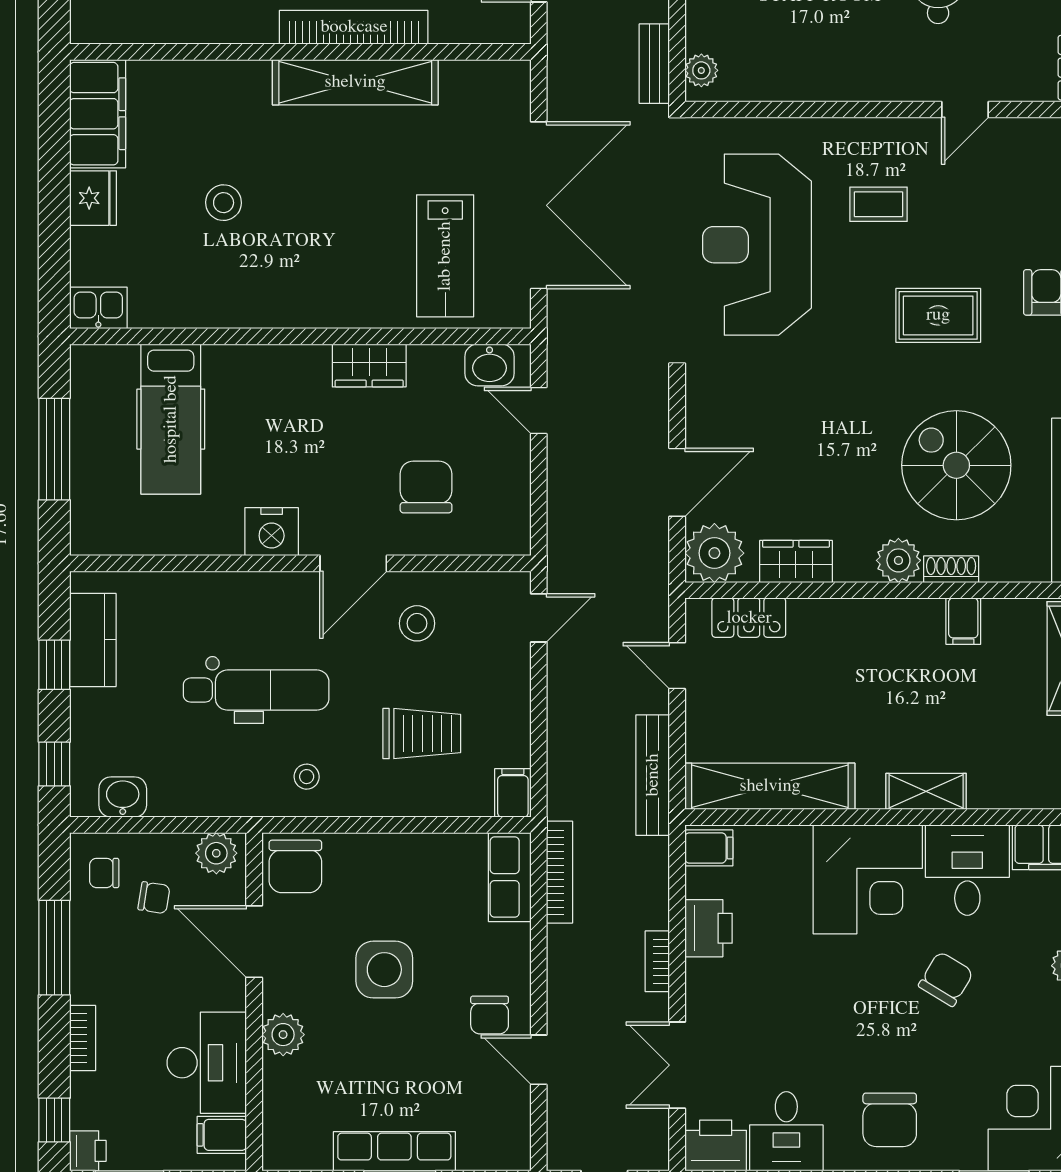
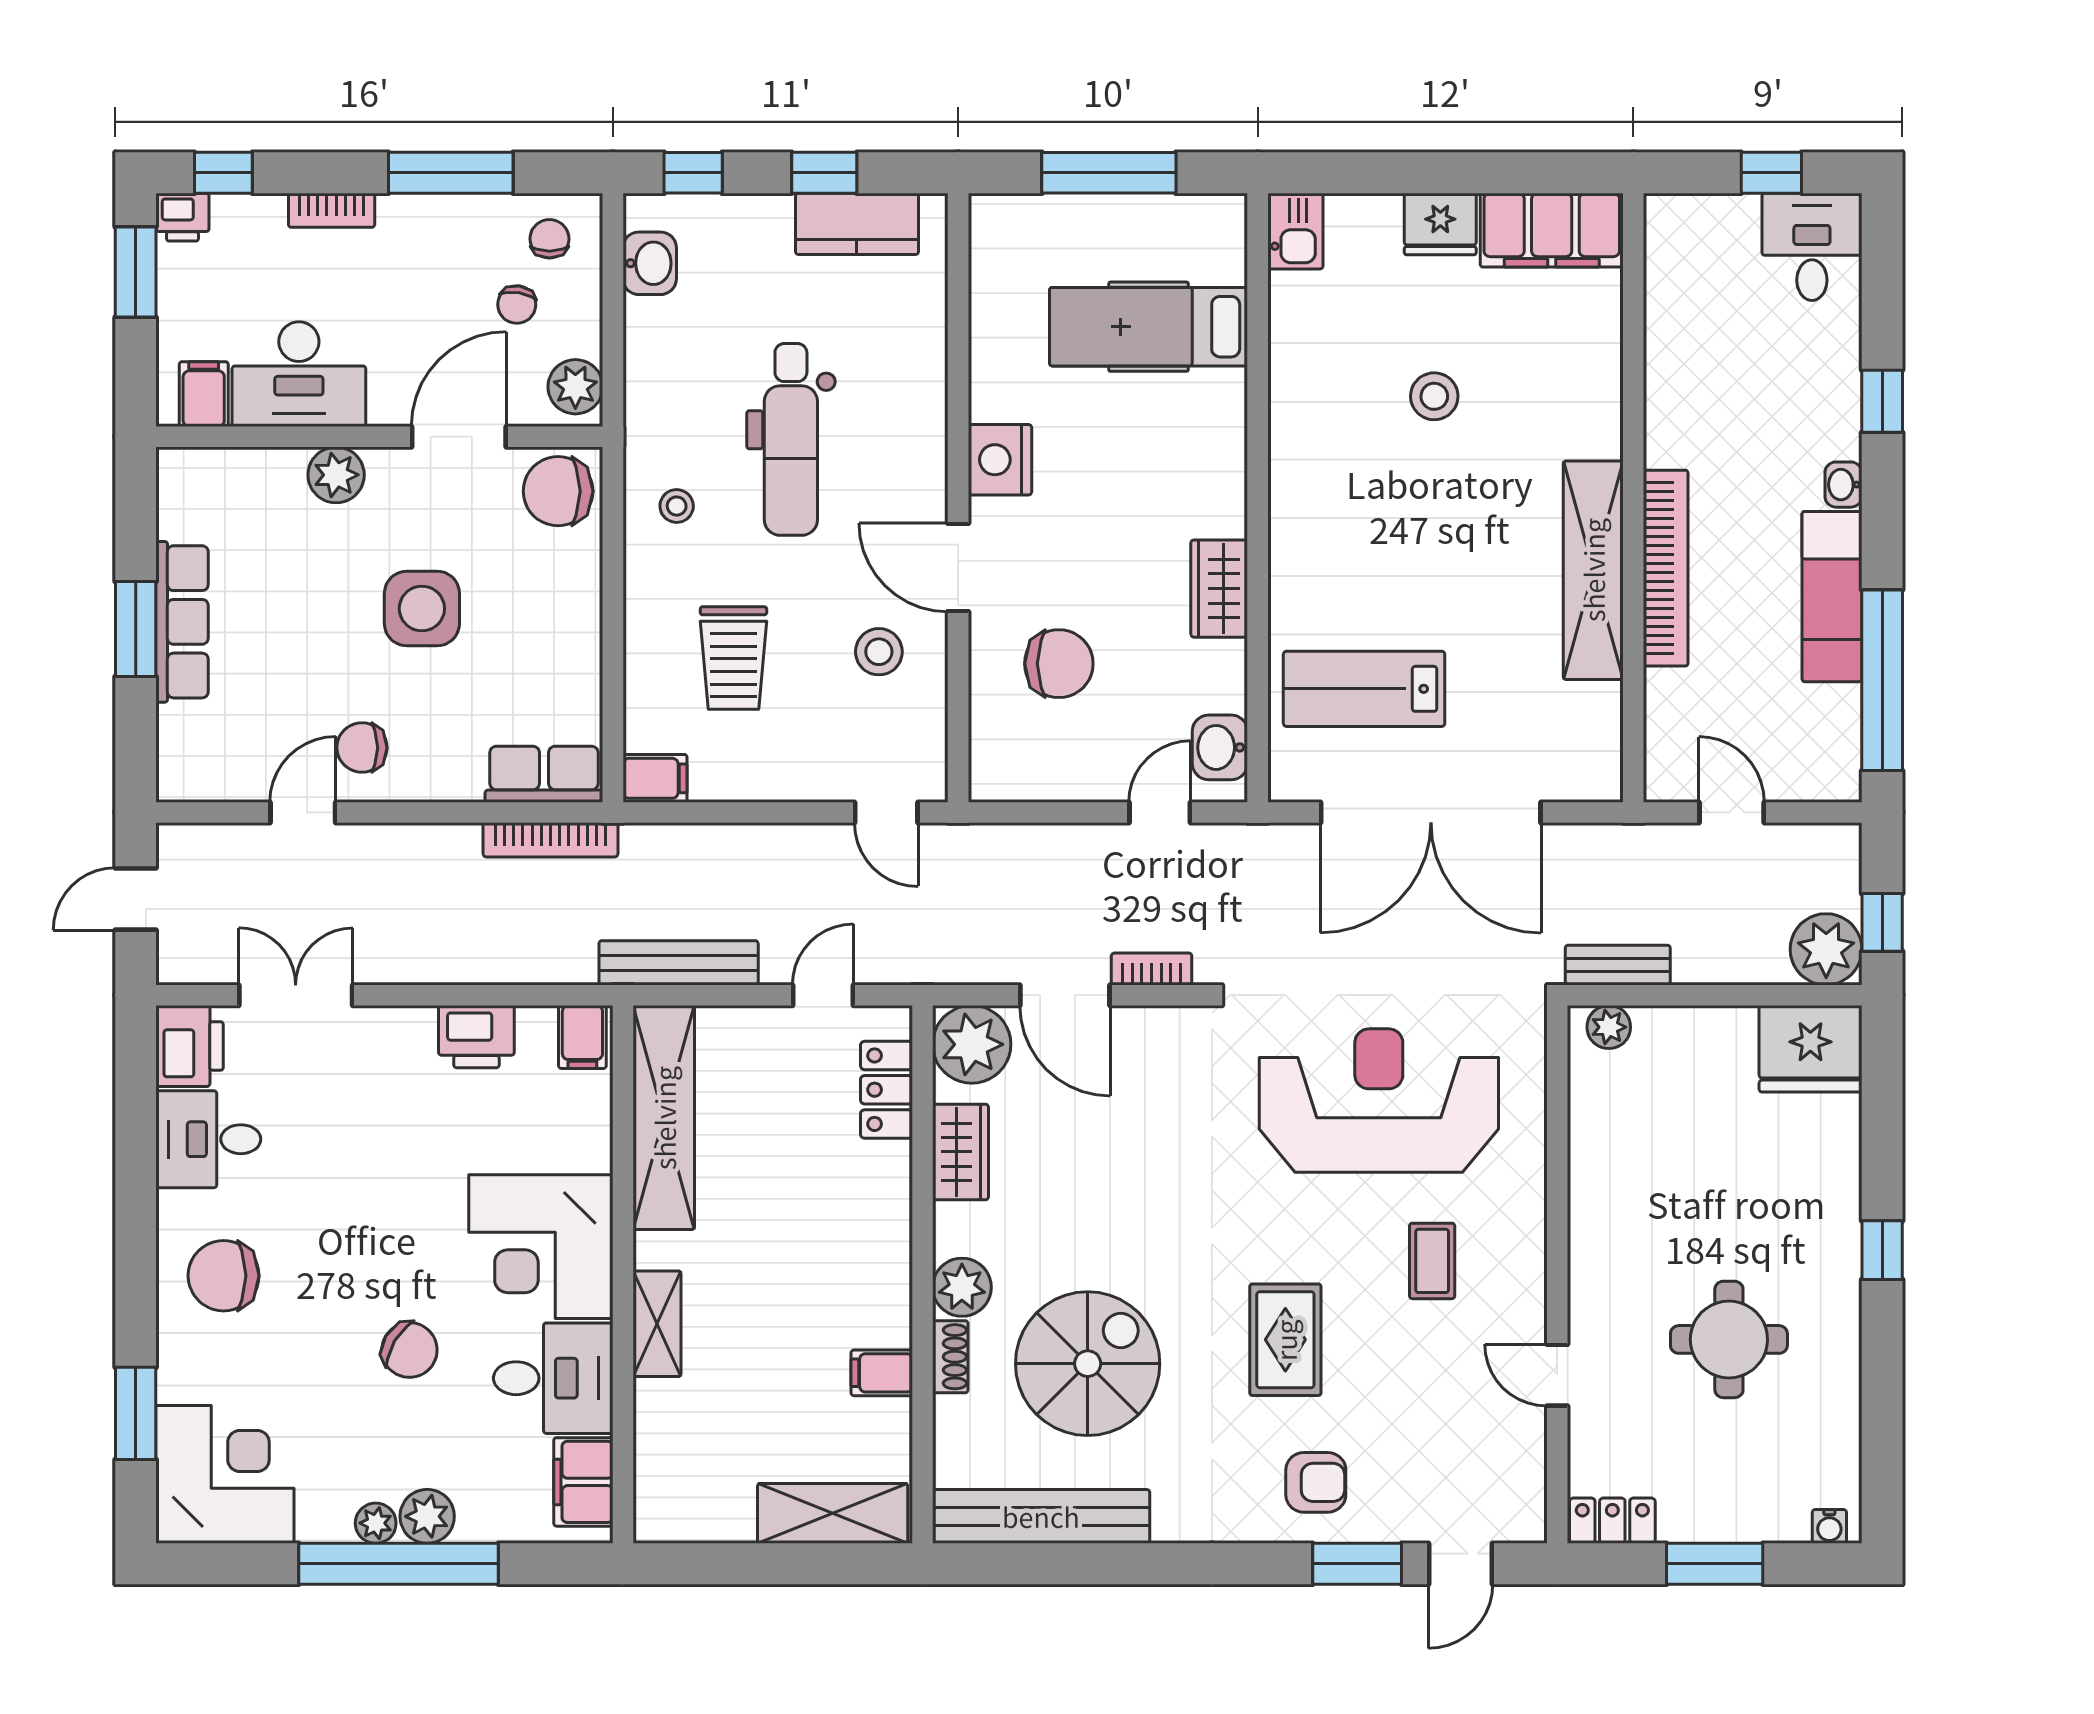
bookcase: (657, 961) -> (1152, 969), moved

